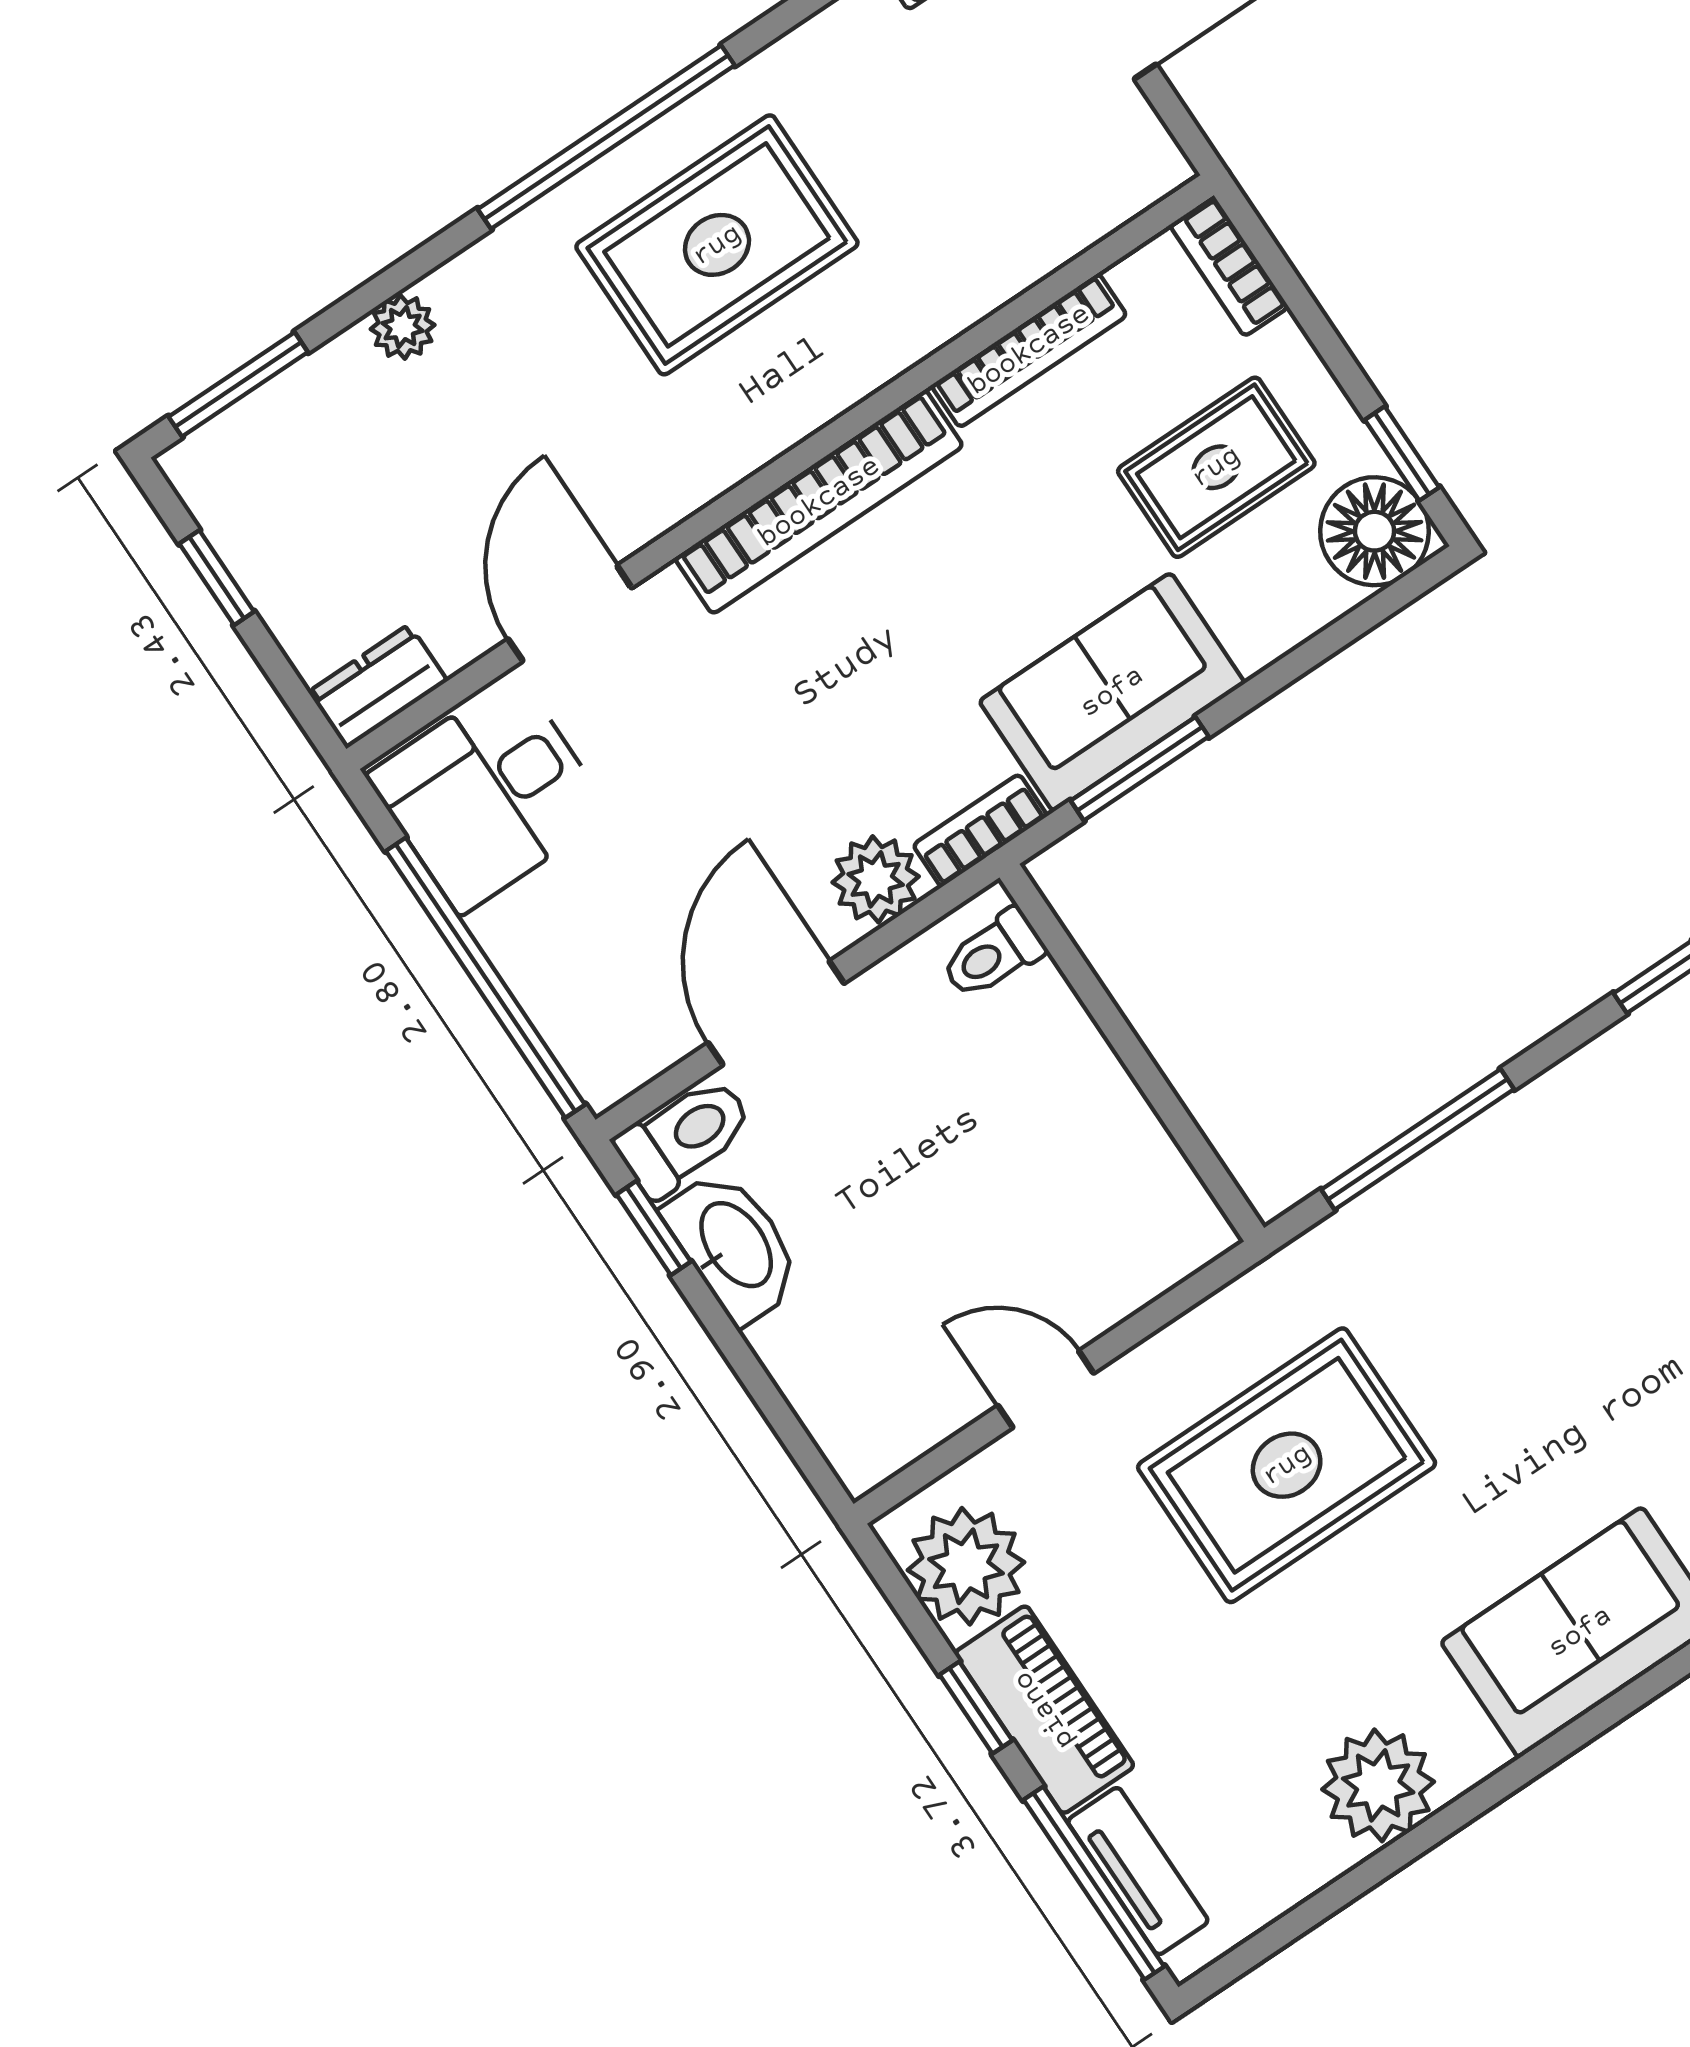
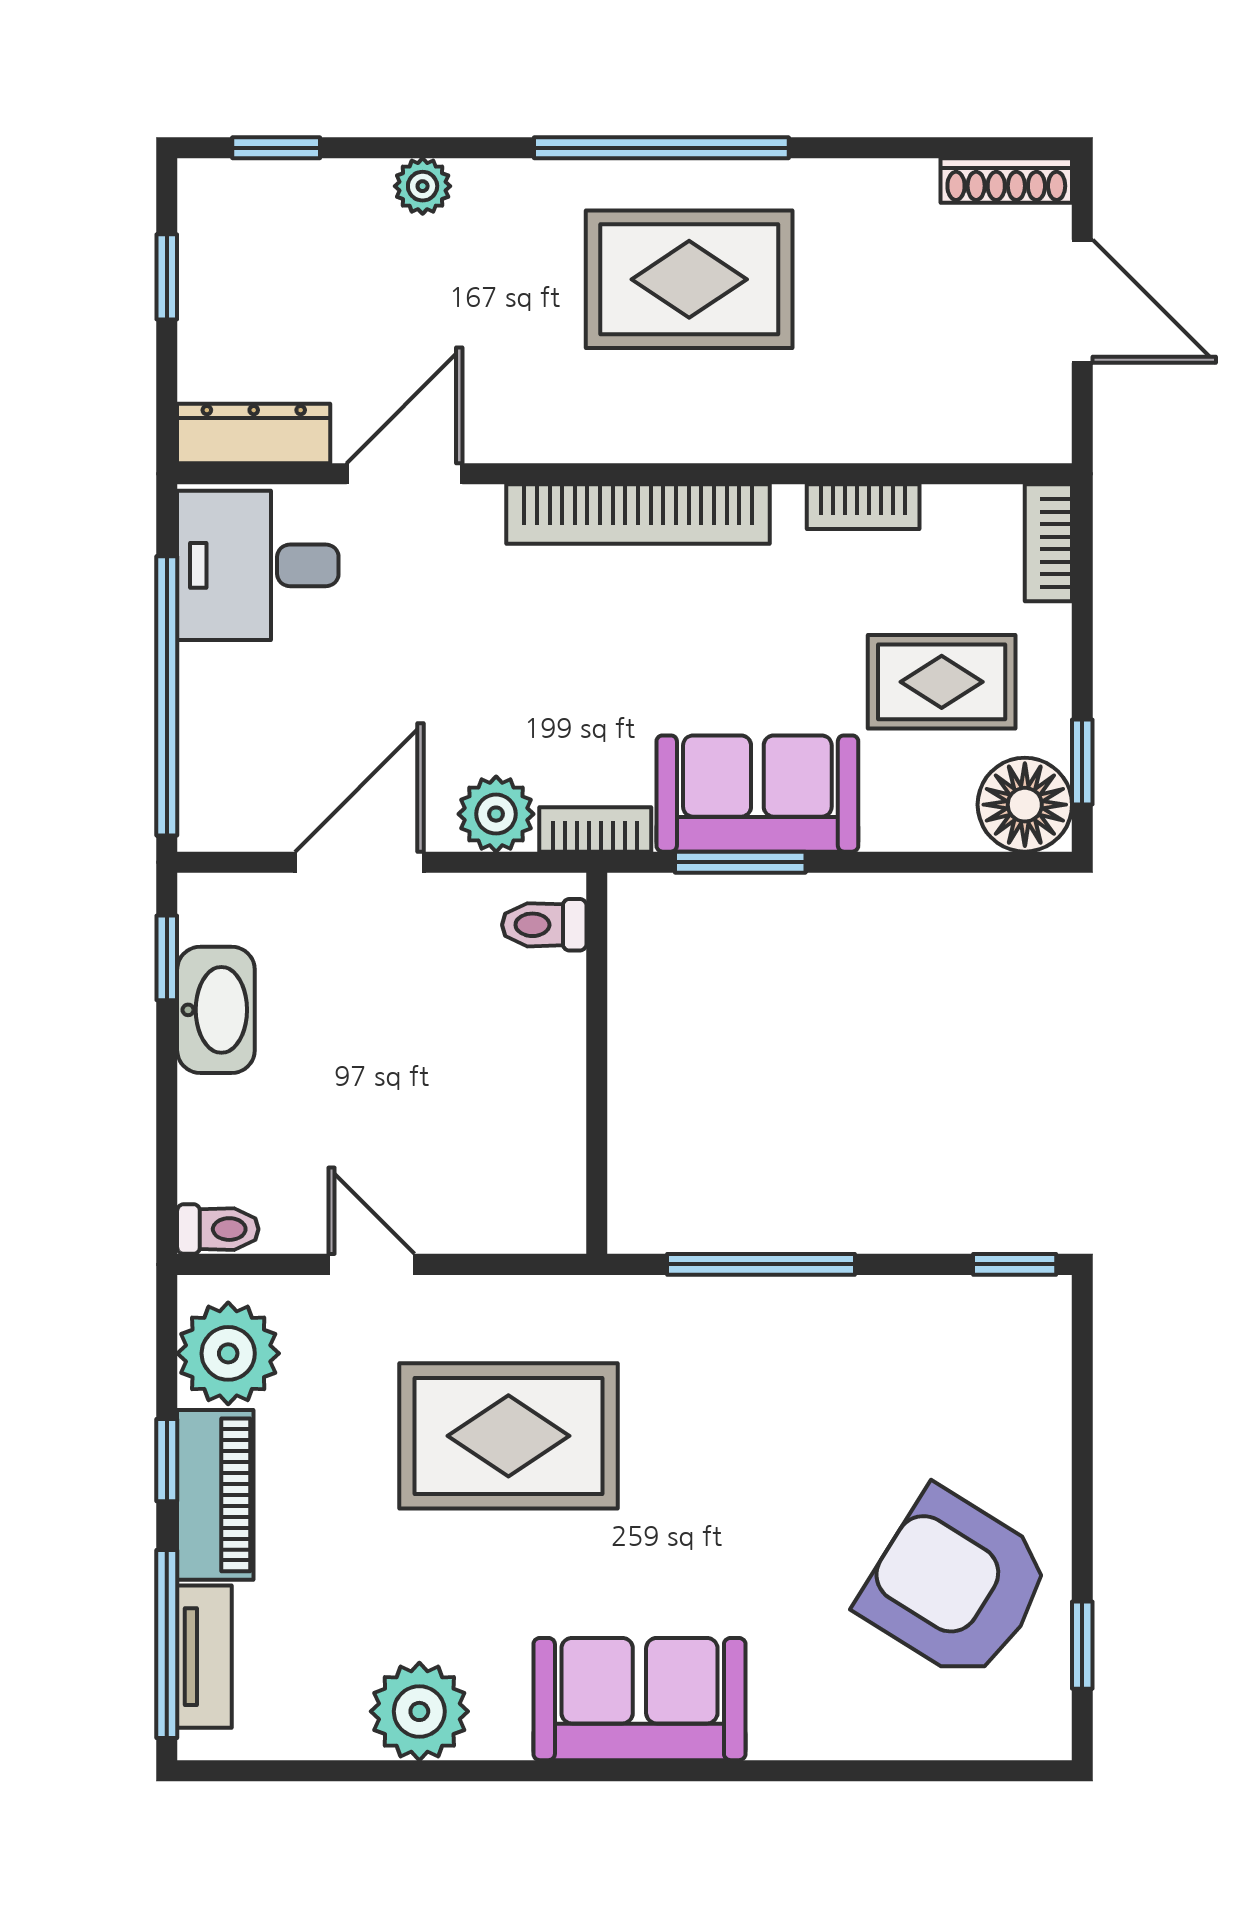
bookcase: (1029, 350) -> (863, 507), width x0.64
window: (238, 384) -> (276, 148), width x0.67
dresser: (378, 686) -> (254, 433), width x1.44
toilet: (685, 1136) -> (218, 1229), moved, width x0.73, depth x0.72

